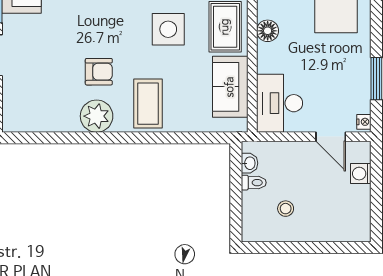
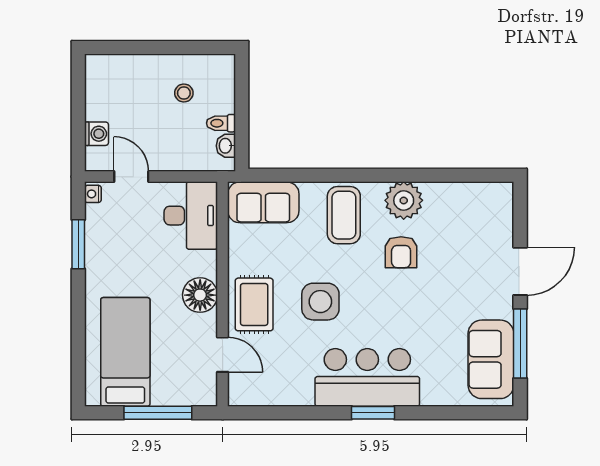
floor lamp: (268, 31) -> (200, 295), width x1.38, depth x1.38
armchair: (99, 72) -> (401, 252), turned -90
sofa: (230, 87) -> (263, 202), moved, turned 90

